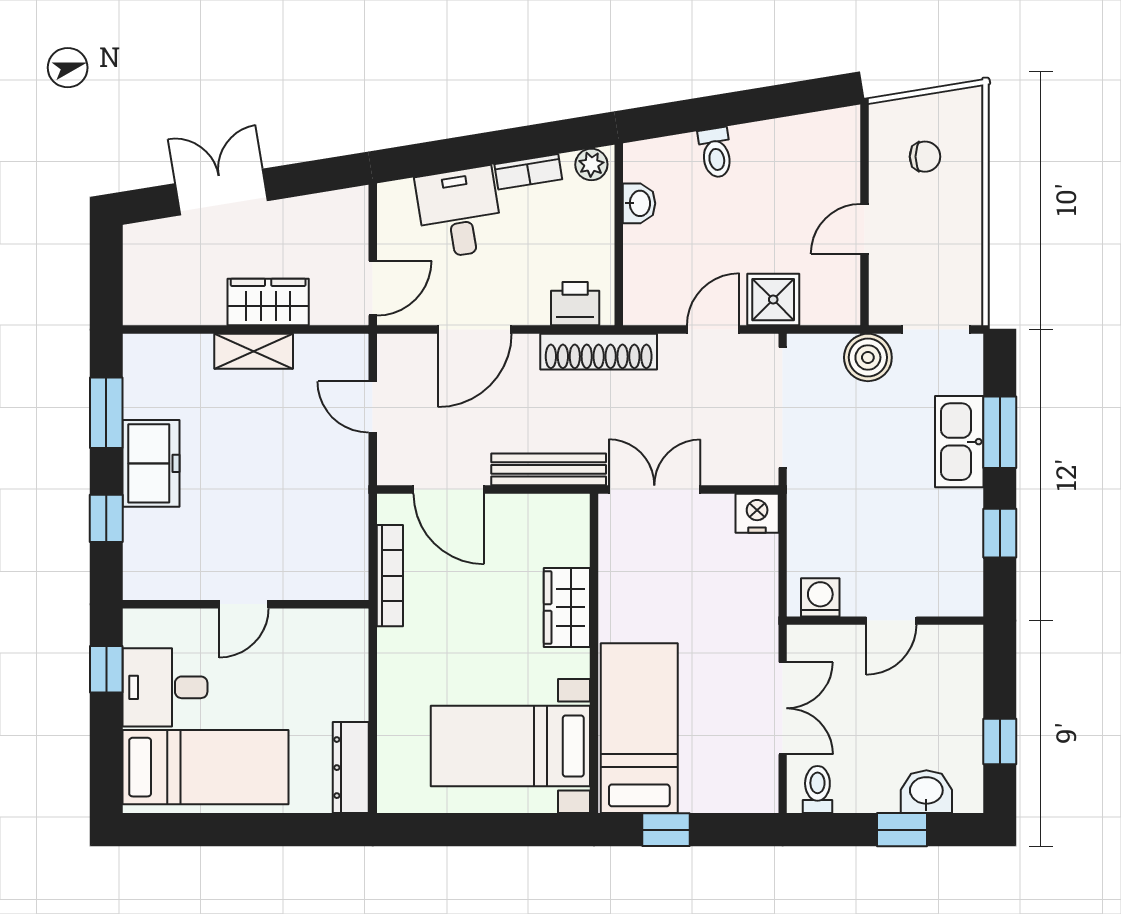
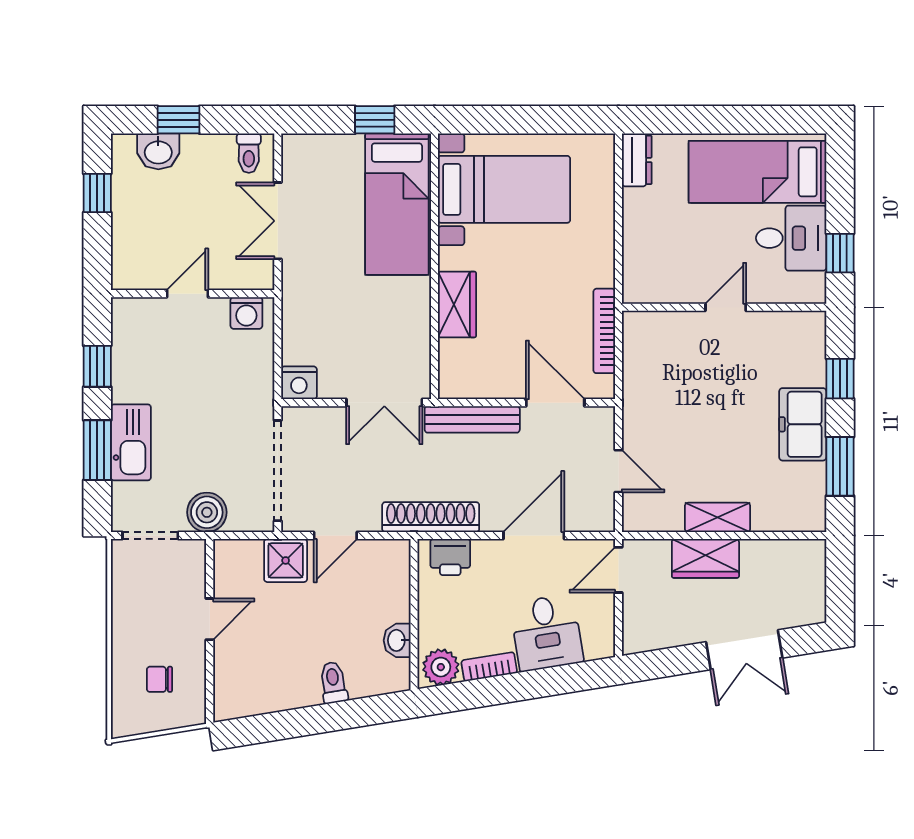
plant: (591, 164) -> (441, 667), width x1.38, depth x1.38
dresser: (351, 768) -> (637, 160), width x0.70

